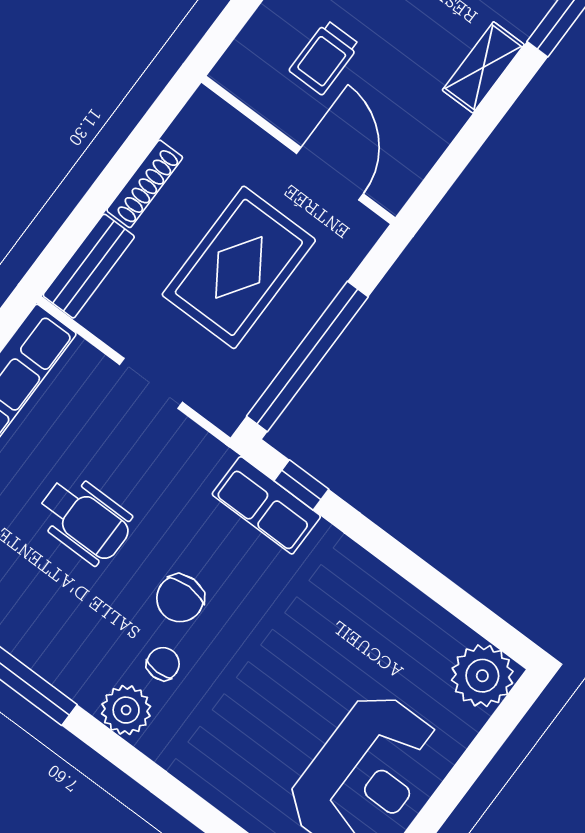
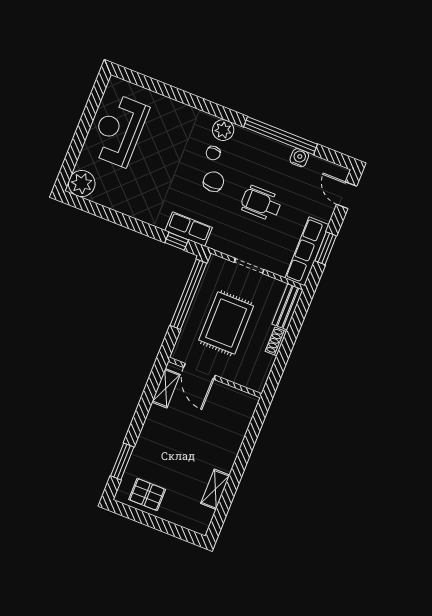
trolley: (324, 58) -> (215, 418), removed
shelving: (483, 67) -> (166, 388), moved
shoe rack: (145, 184) -> (276, 341), width x0.70

